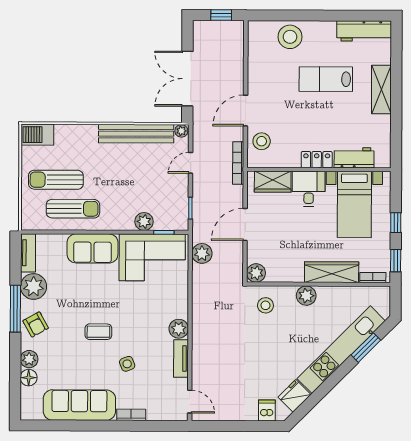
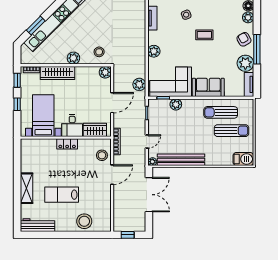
lab bench: (326, 79) -> (62, 195), turned 180
workbench: (354, 158) -> (44, 145), removed
plant: (179, 329) -> (154, 51), moved

